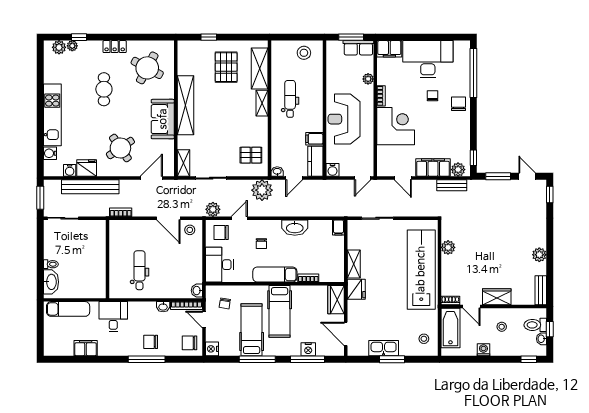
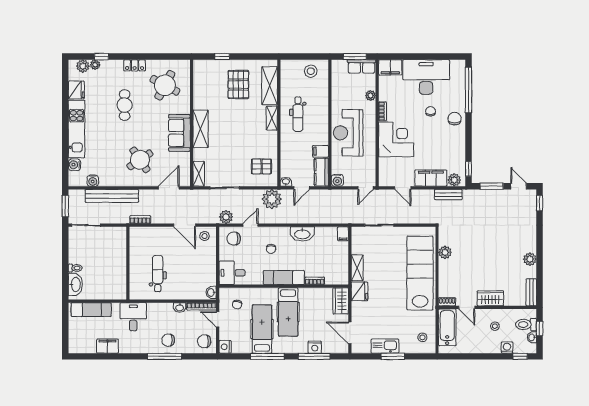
dental chair: (290, 99) -> (298, 114), turned 180
shelving: (186, 105) -> (201, 129), width x0.68
fridge: (87, 168) -> (76, 90), moved, turned 90
desk: (219, 265) -> (232, 273), width x0.73
washing machine: (483, 350) -> (507, 348), moved

